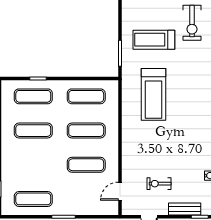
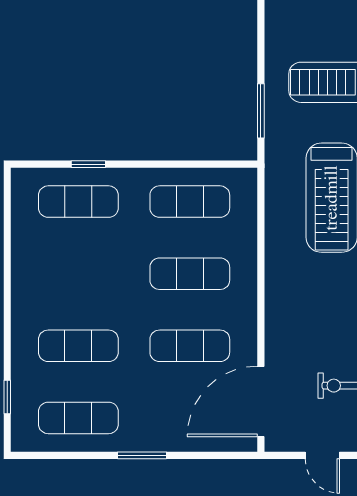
exercise mat: (33, 131) -> (78, 346), moved
door: (120, 191) -> (261, 401), width x1.88

